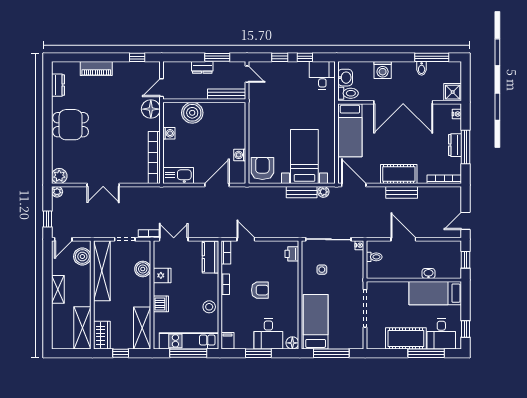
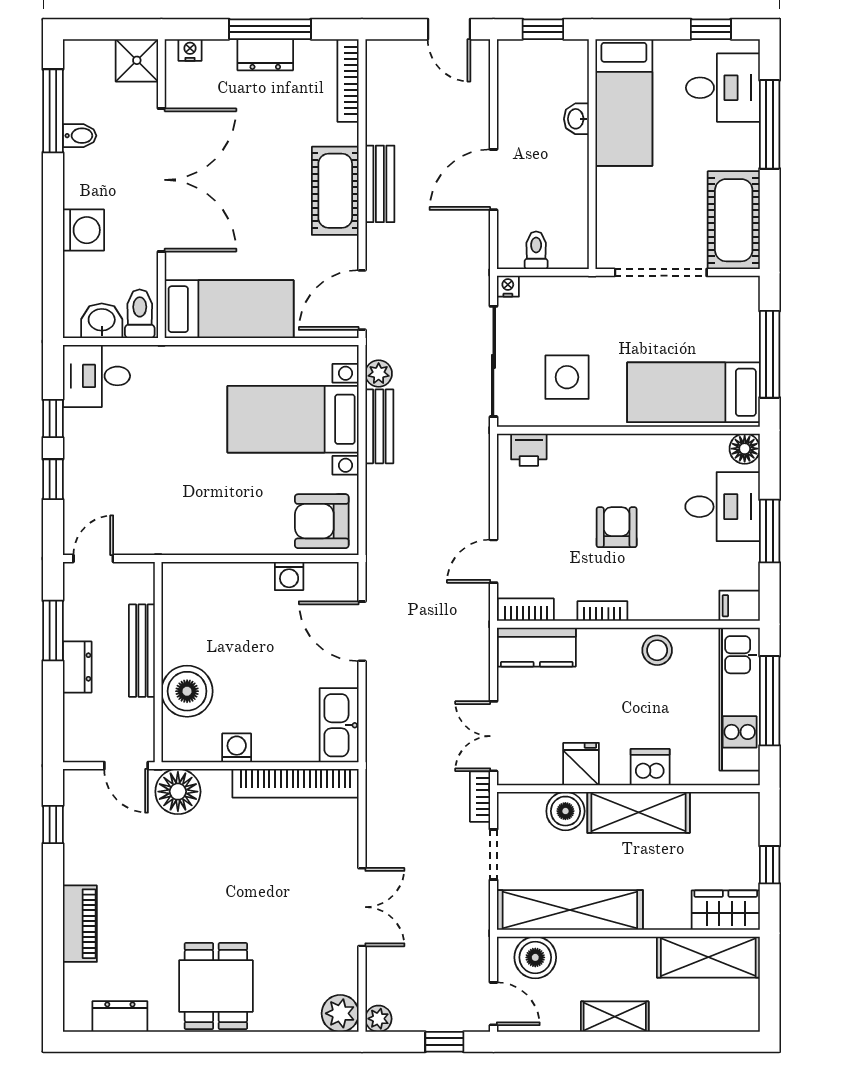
bench: (227, 94) -> (142, 651), moved
side table: (322, 270) -> (567, 377), width x1.87, depth x1.87
shelving: (142, 328) -> (639, 812), moved
cot: (406, 338) -> (734, 220), moved

